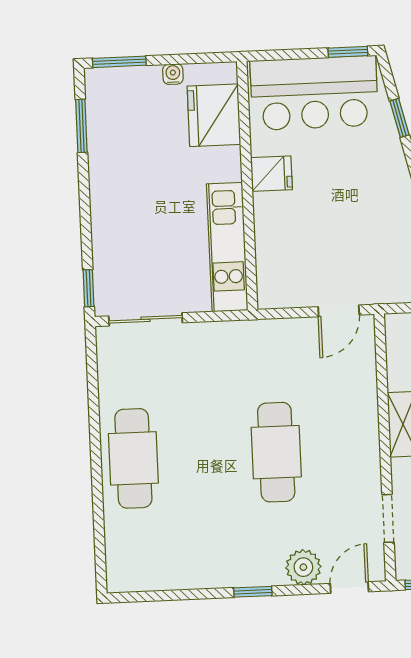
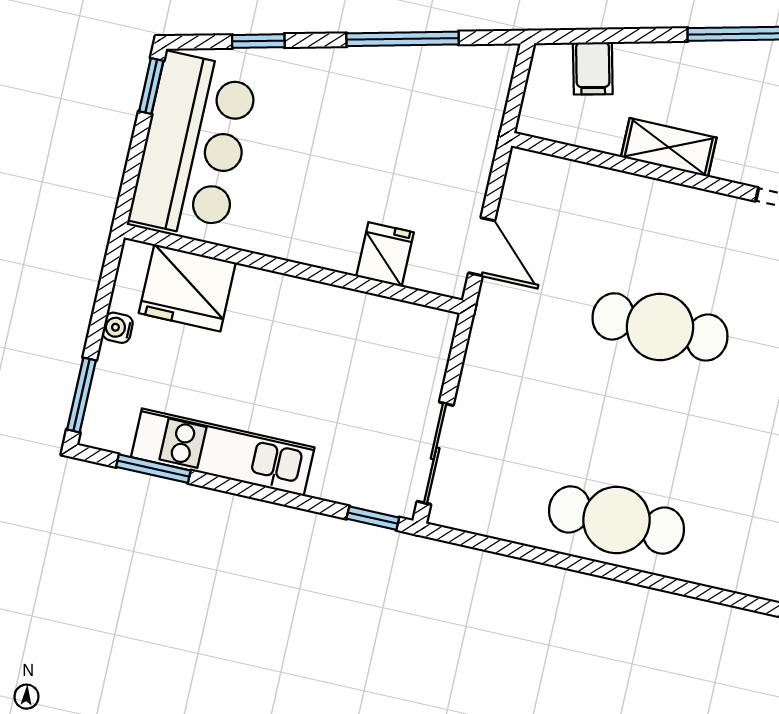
fridge: (272, 174) -> (385, 254), moved
kitchen unit: (227, 247) -> (223, 452), moved, turned 180
door: (339, 311) -> (482, 247), moved

